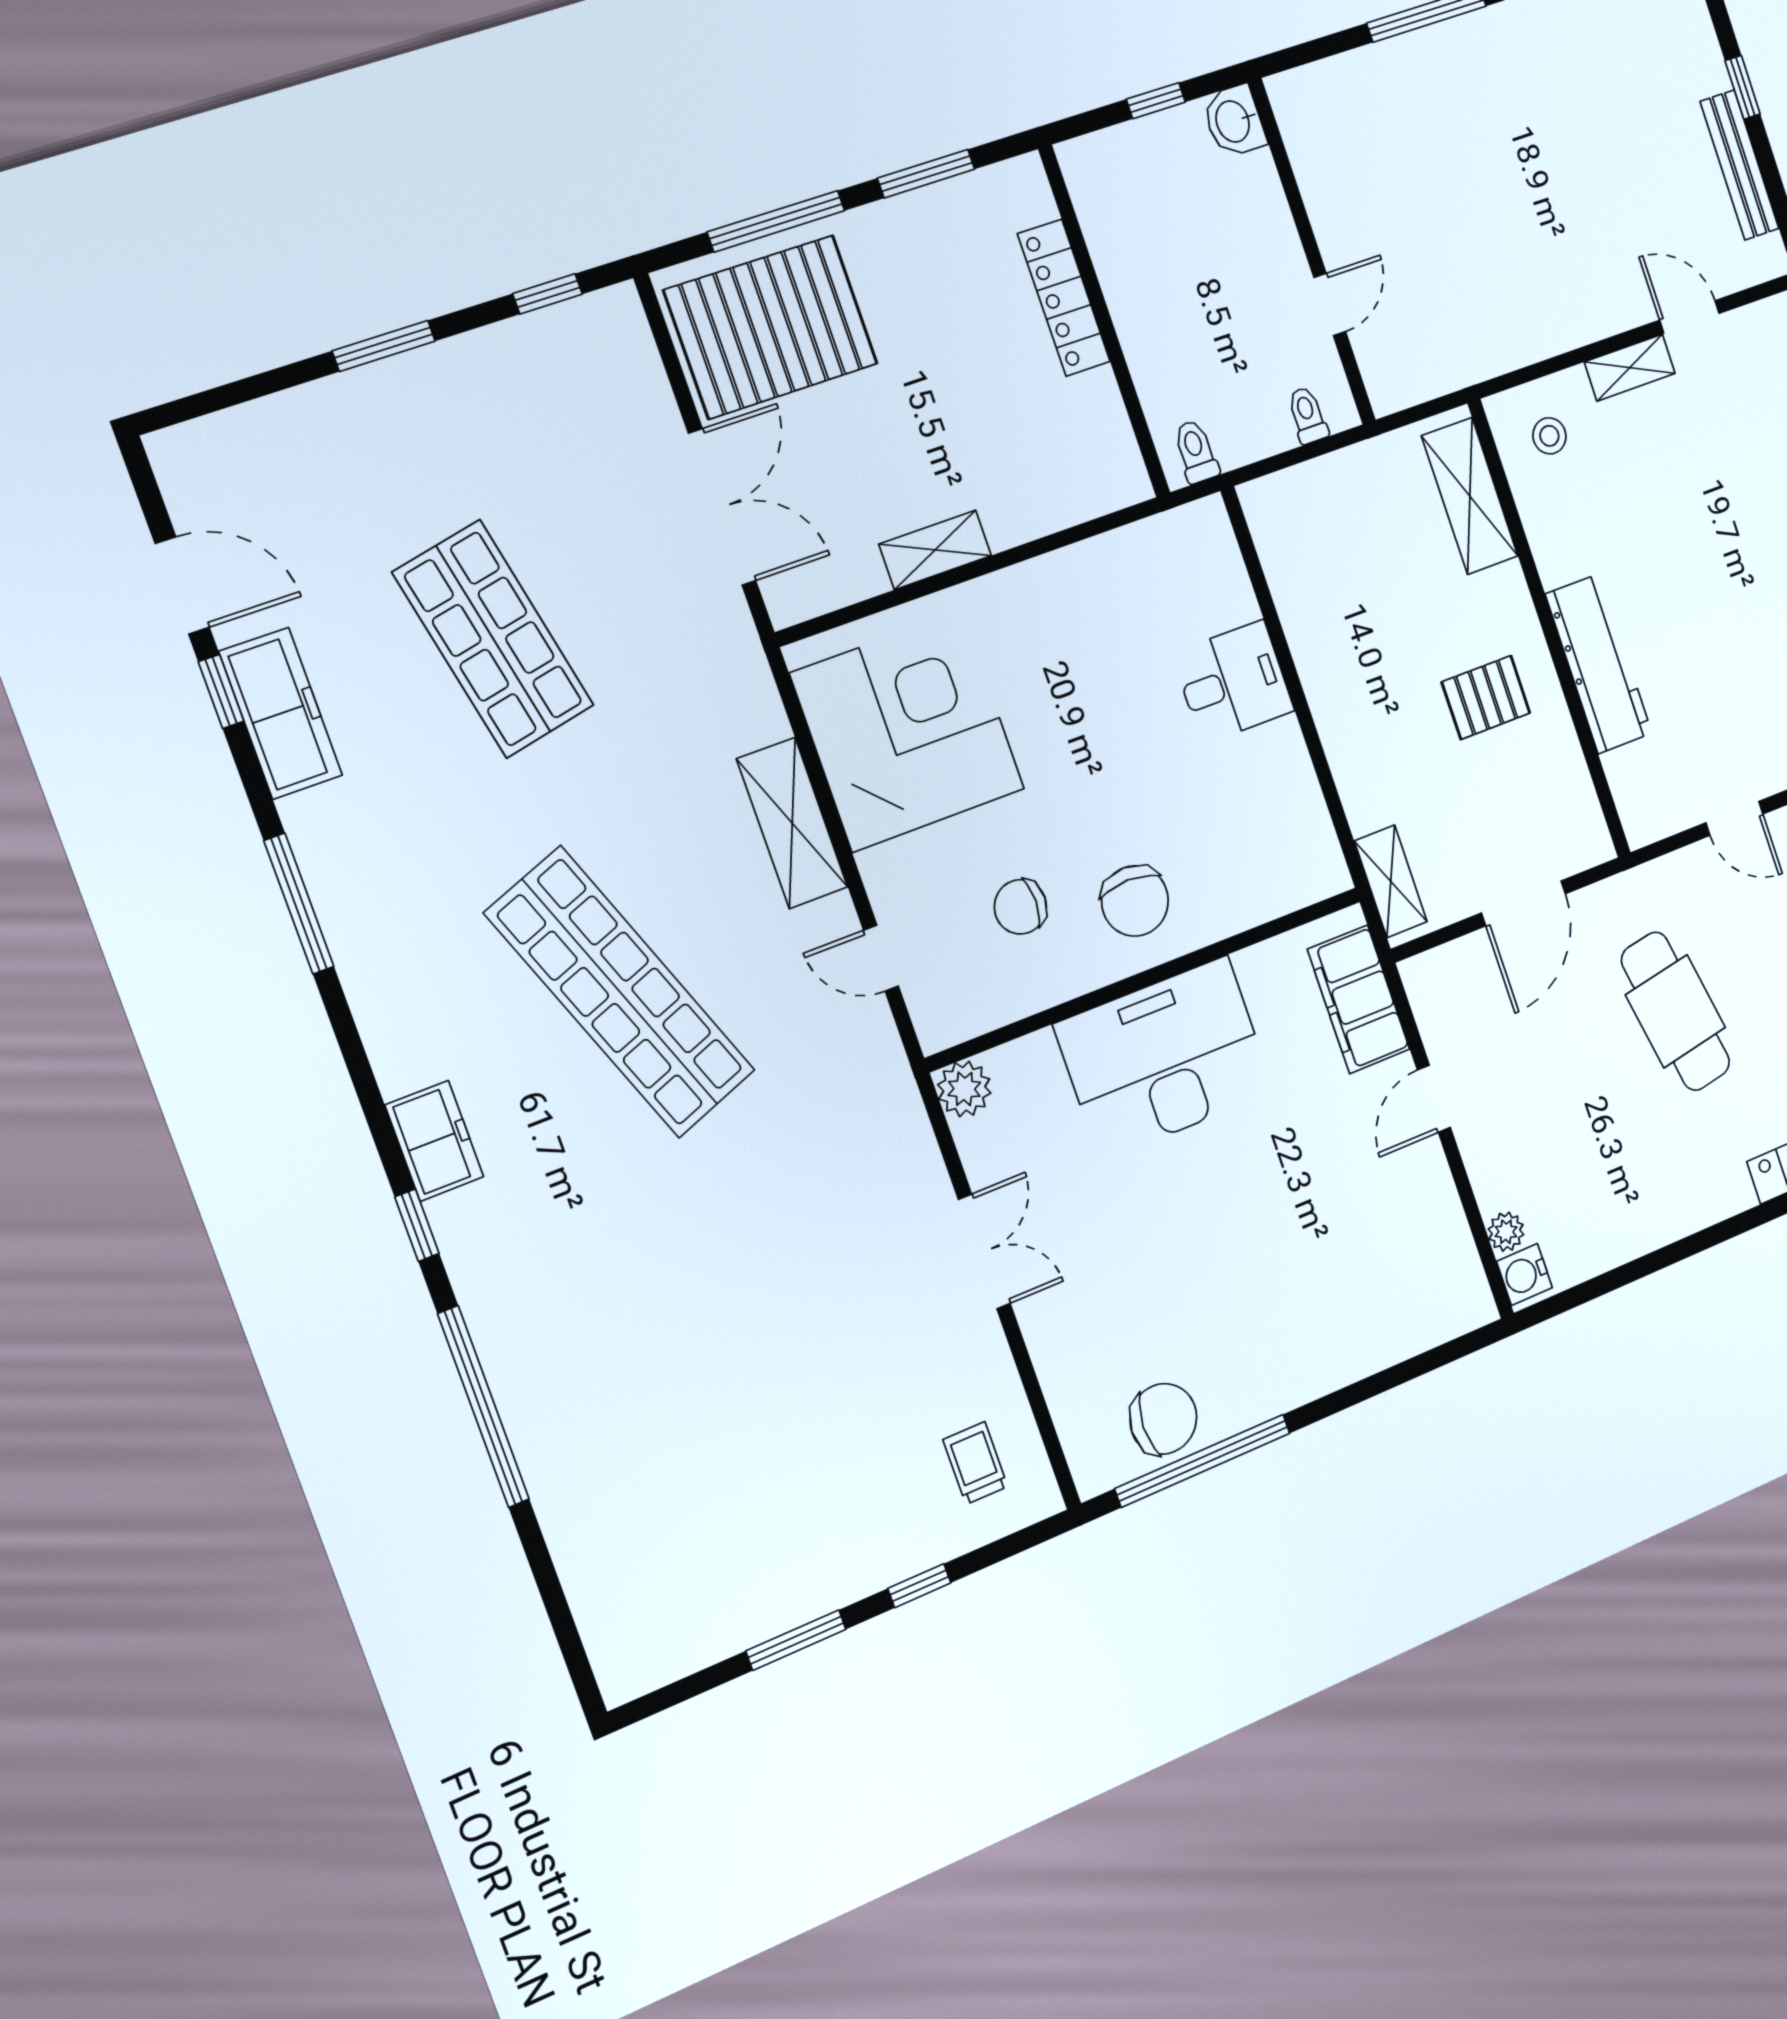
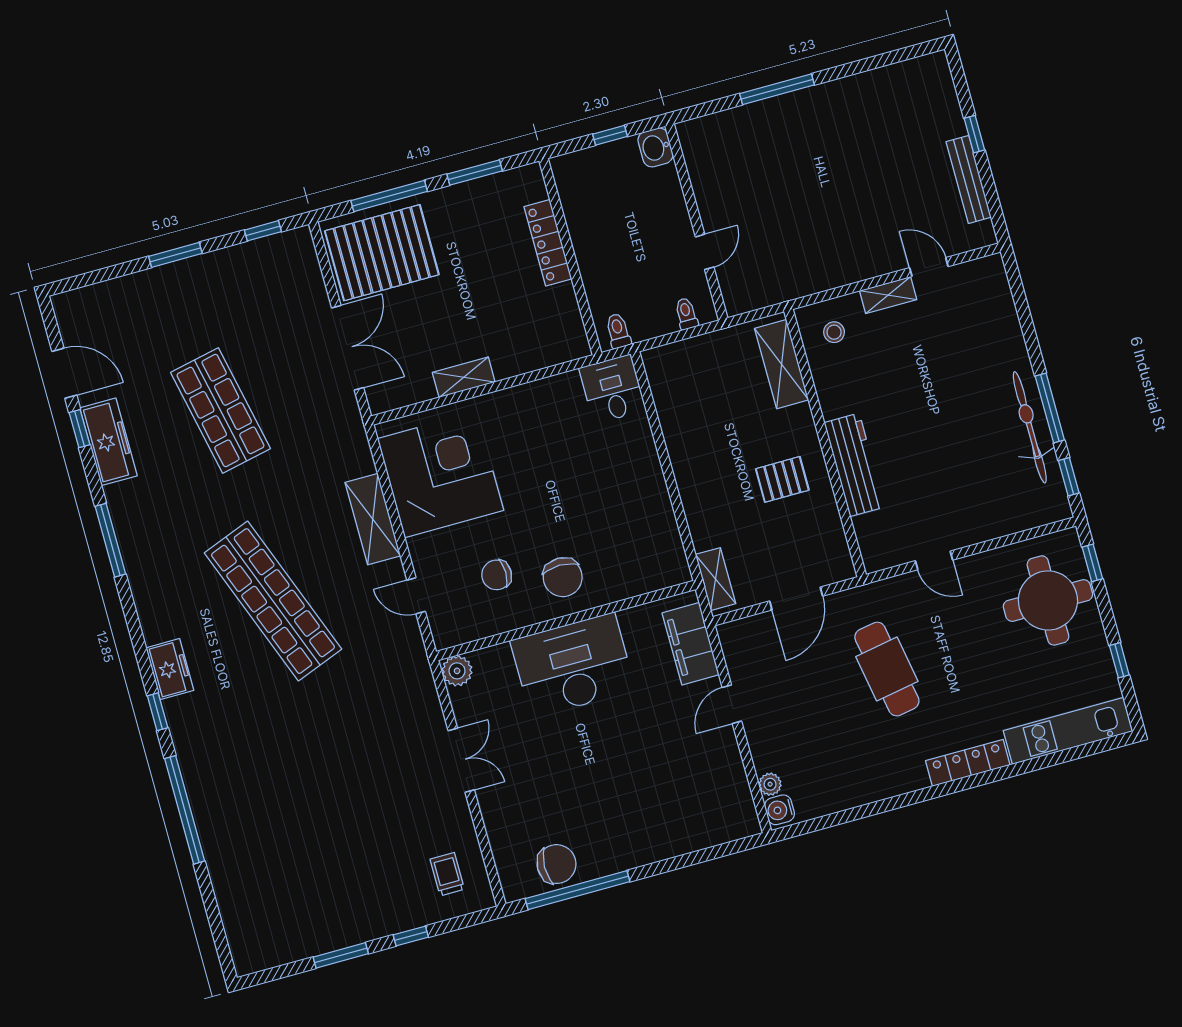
desk: (1233, 682) -> (612, 389), moved, turned -90

